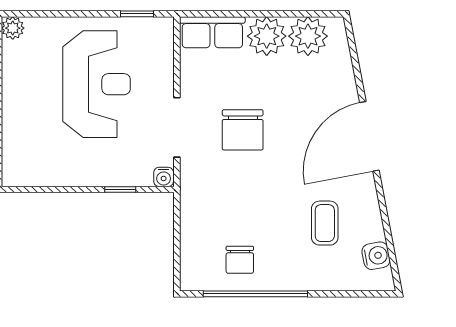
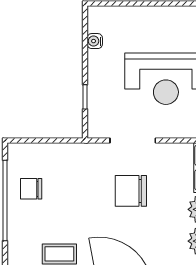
water cooler: (164, 177) -> (95, 41), moved

